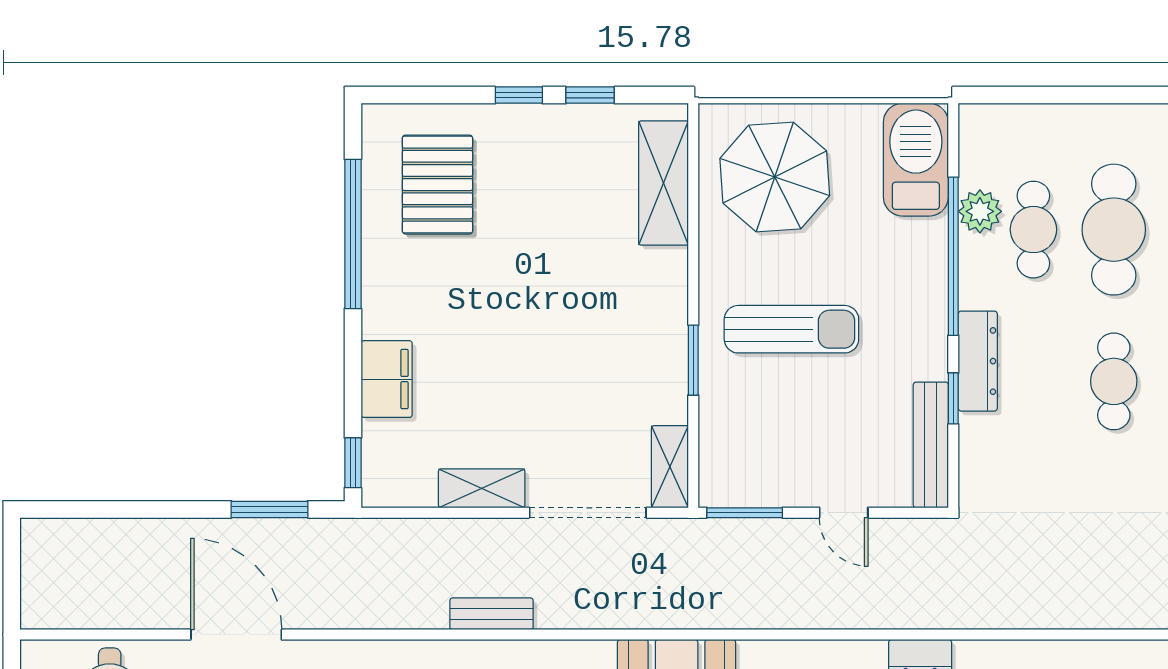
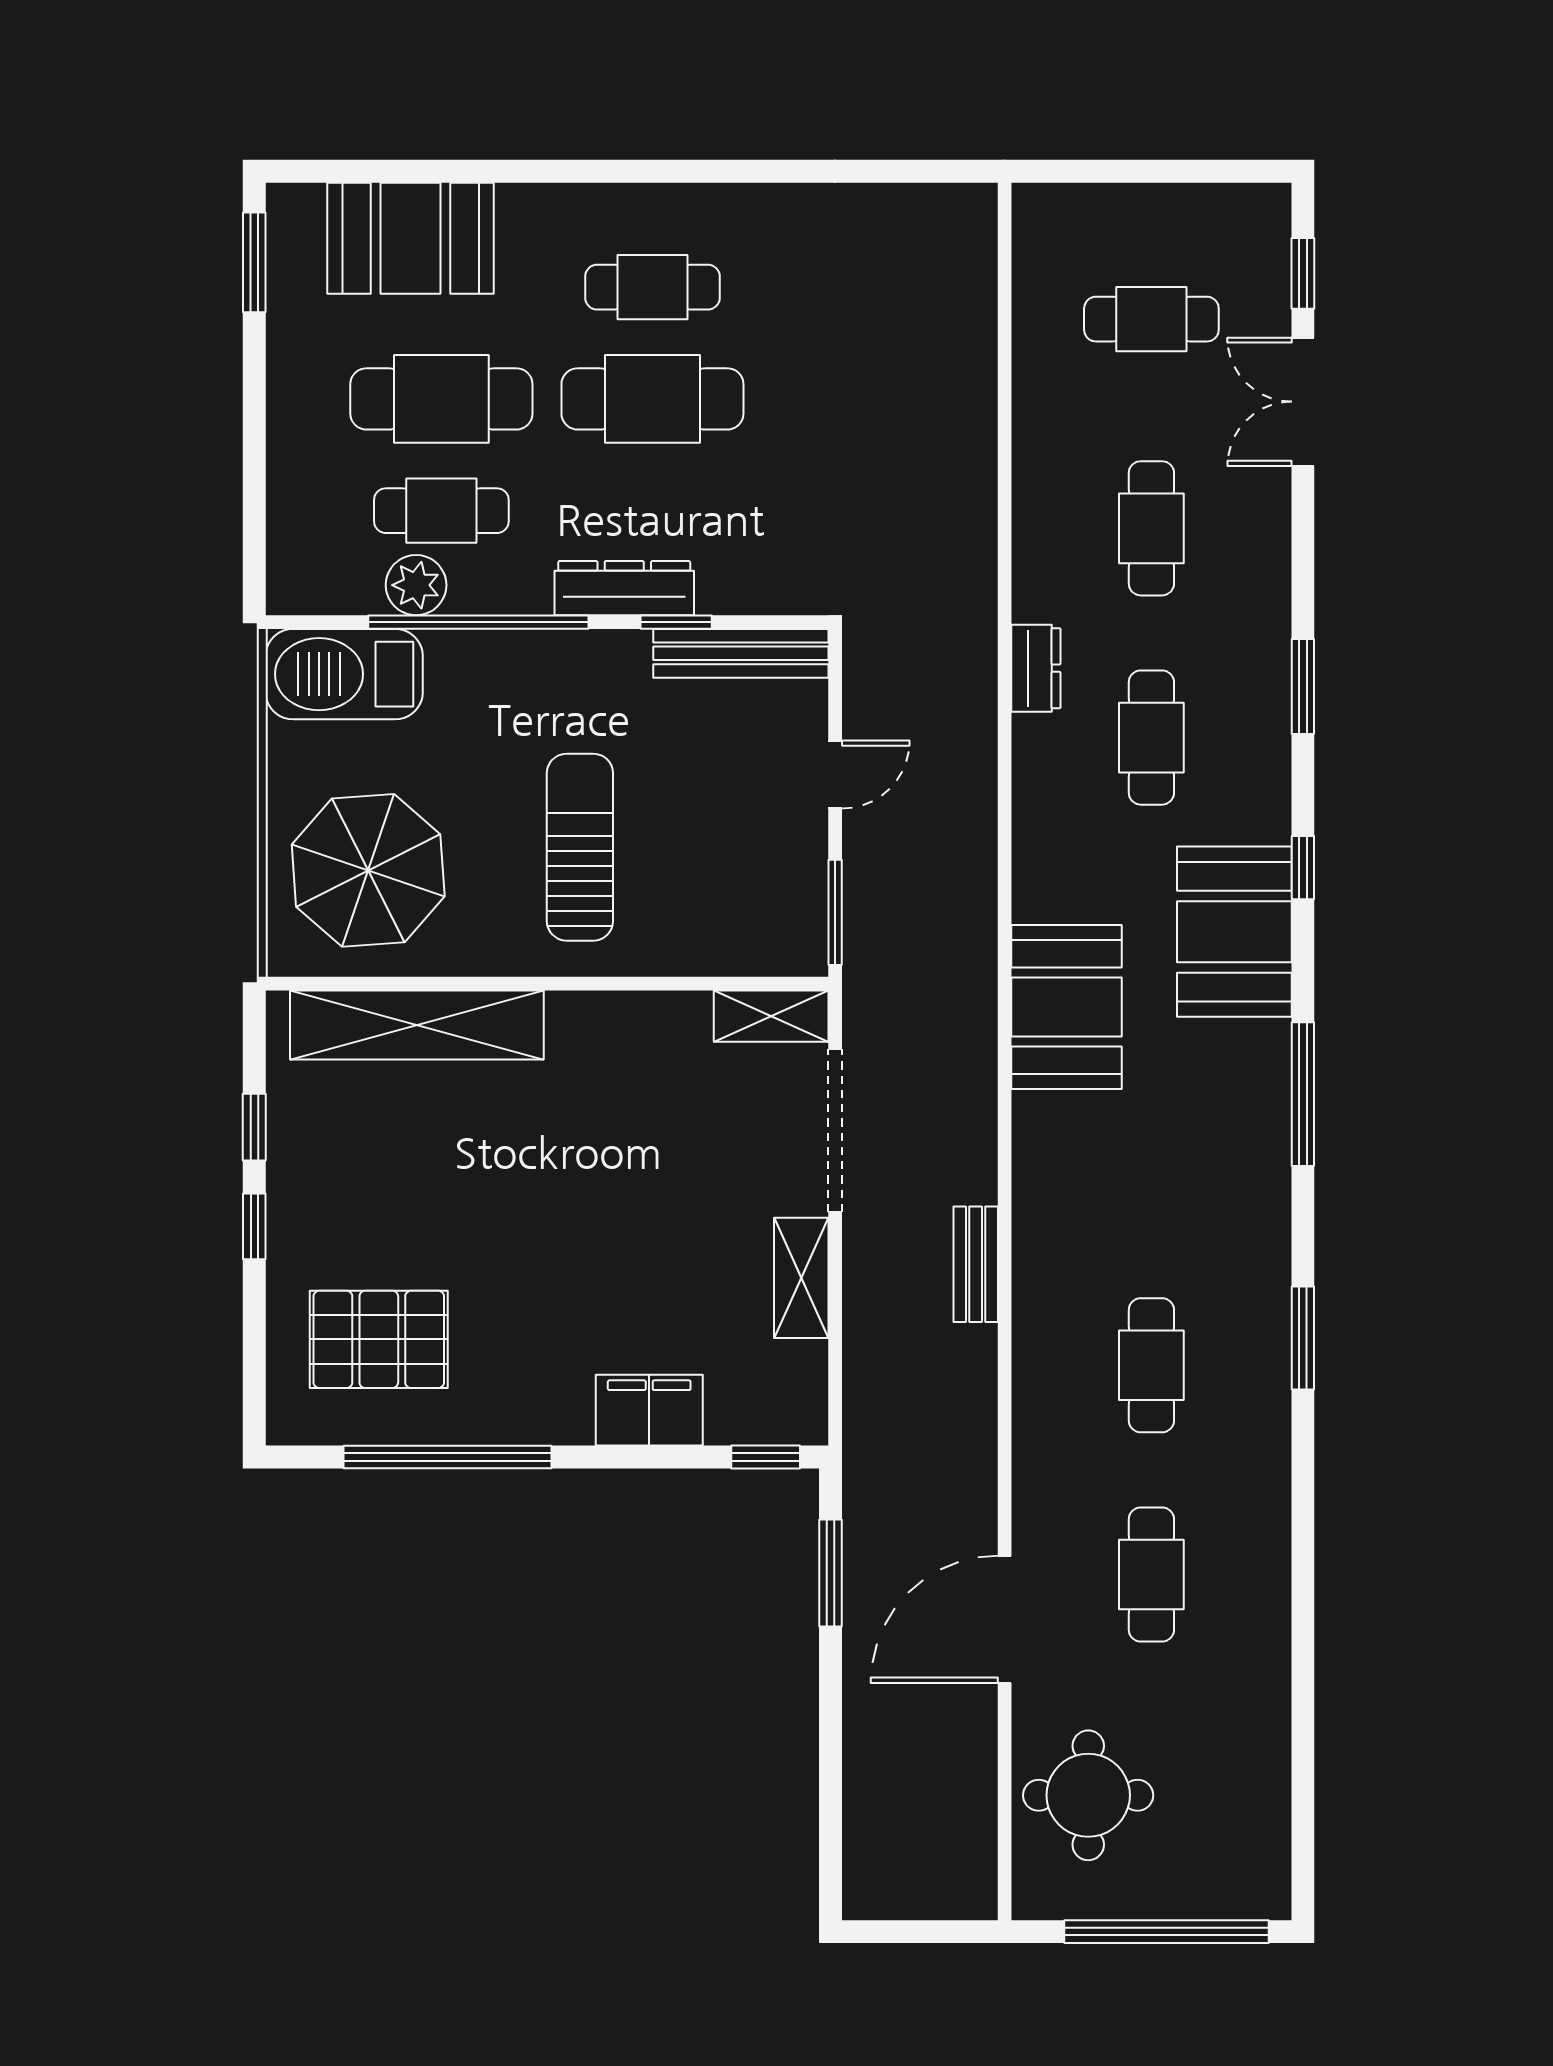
shelving: (664, 183) -> (417, 1025), width x1.47
window: (693, 360) -> (623, 984), removed
cafe table: (1114, 381) -> (652, 399), width x1.37, depth x1.35

